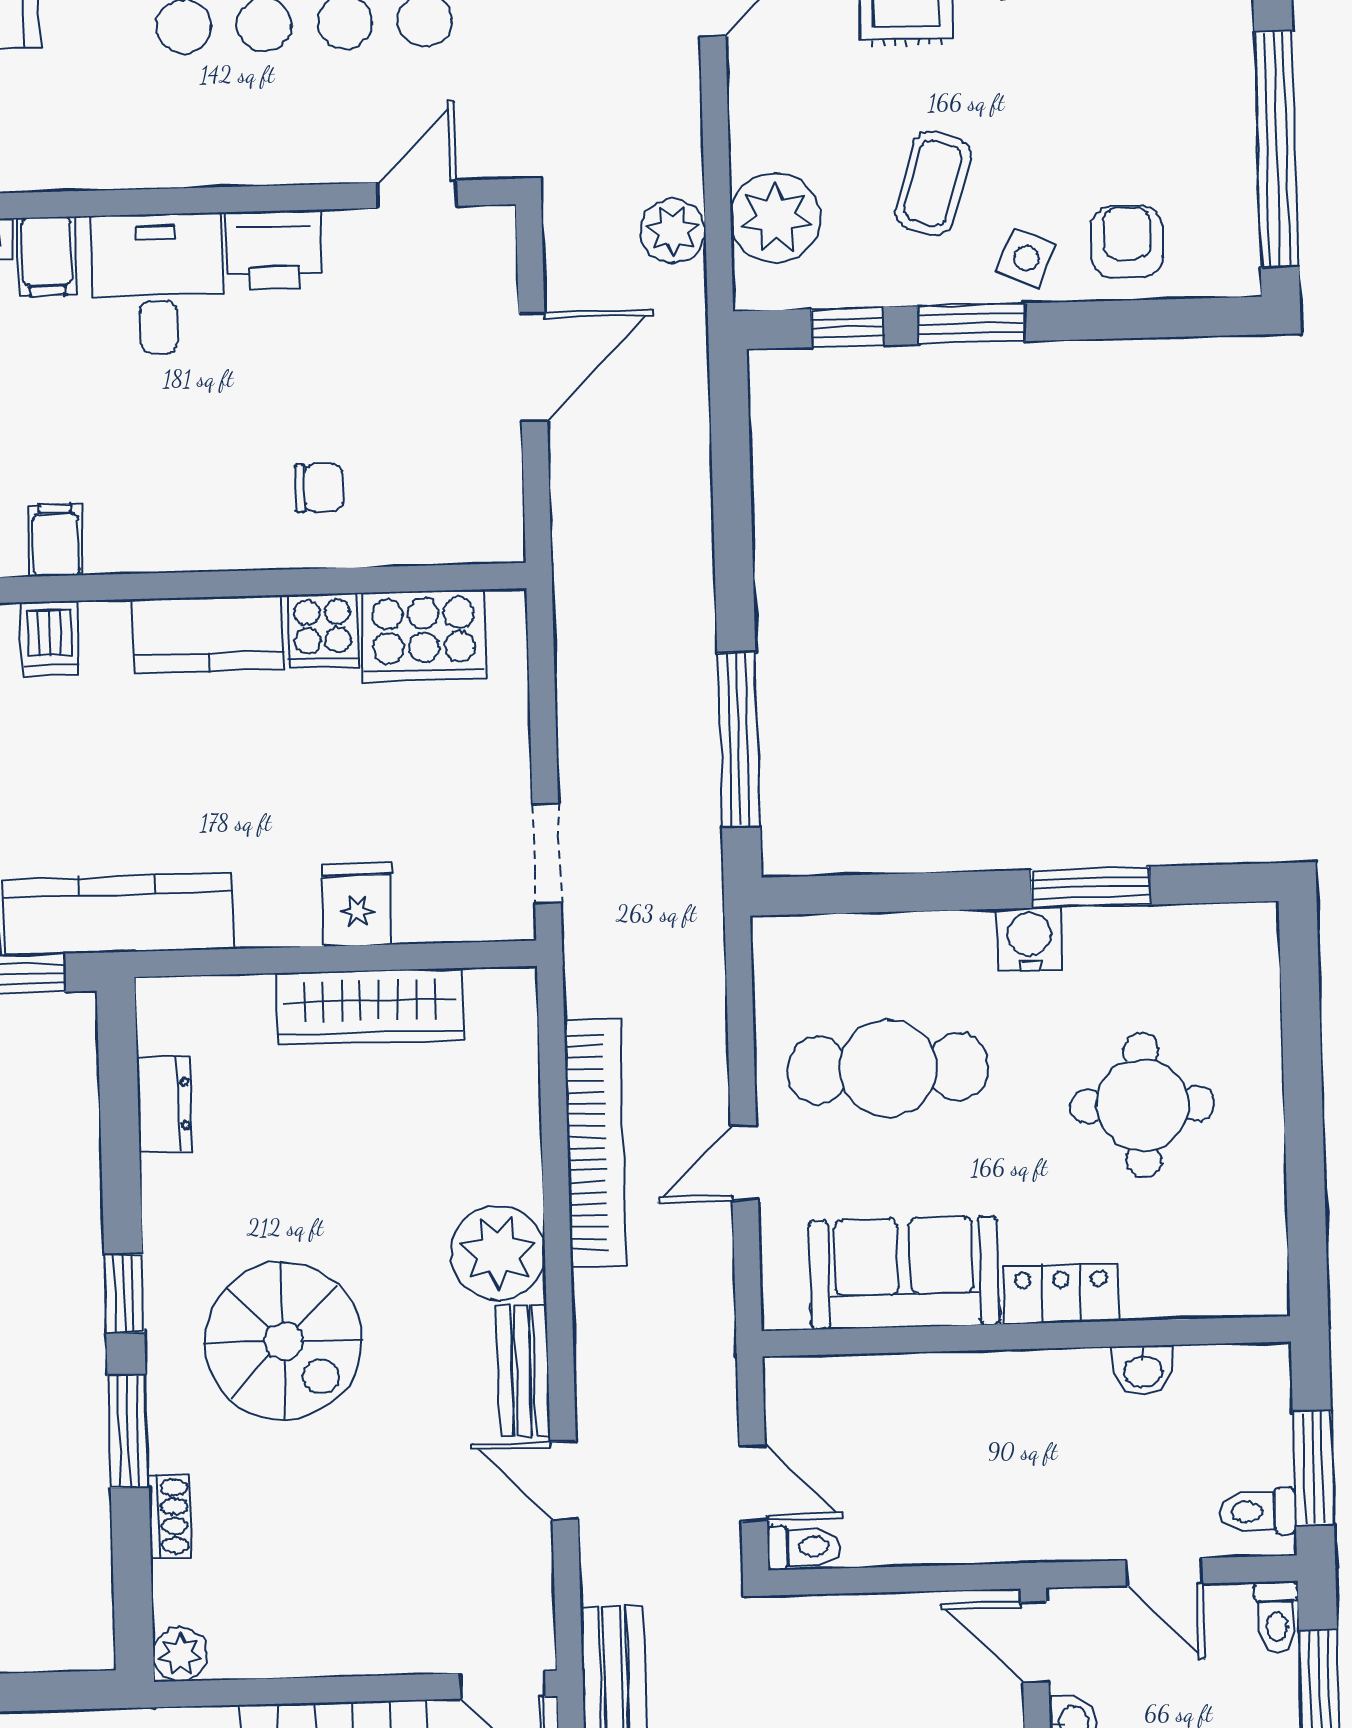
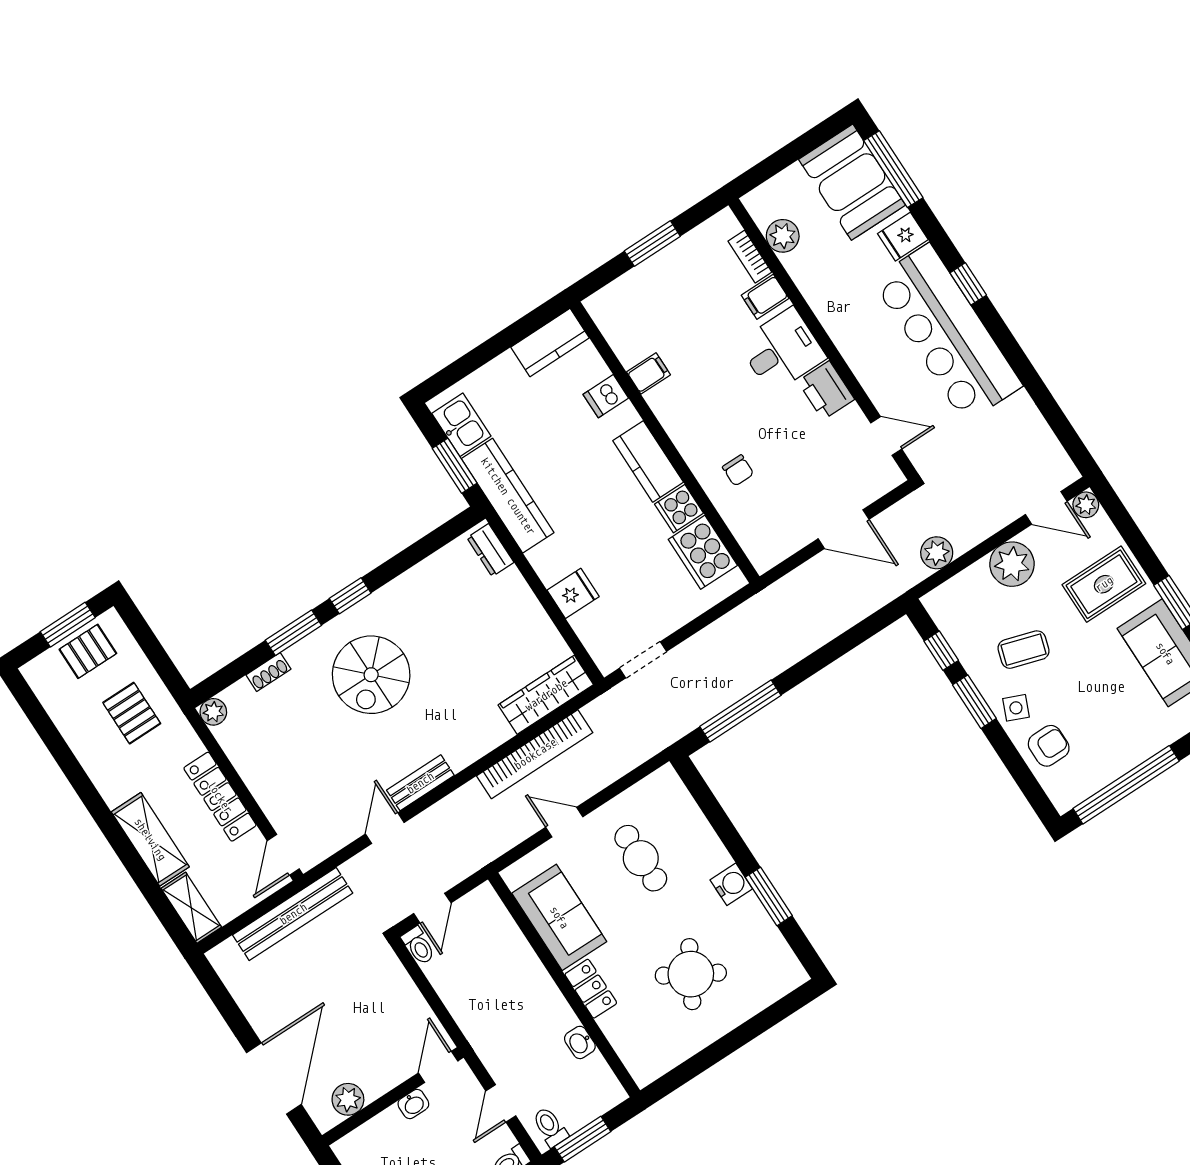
plant: (776, 218) -> (1012, 564), moved
wardrobe: (370, 1006) -> (546, 695), moved, turned 90
cafe table: (888, 1068) -> (641, 858), width x0.73, depth x0.74
dresser: (164, 1104) -> (490, 550), moved, turned 90
round table: (1142, 1105) -> (691, 974), turned 30
plant: (498, 1253) -> (463, 742), removed

